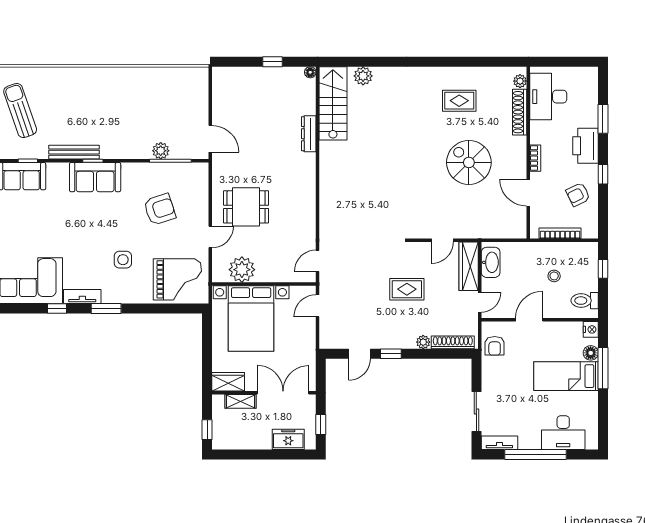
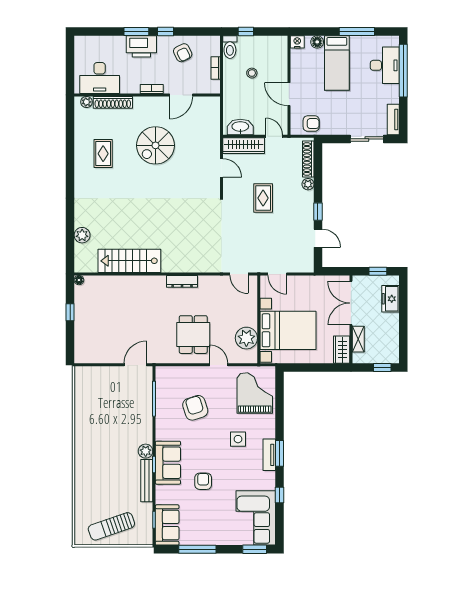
stairs: (333, 103) -> (129, 261), moved
window: (603, 119) -> (136, 32), moved
dresser: (309, 134) -> (182, 281), moved
plant: (161, 151) -> (146, 451), moved
armchair: (73, 219) -> (203, 481), added
bookcase: (560, 233) -> (216, 68), width x0.64
tv unit: (82, 296) -> (269, 455), moved
toilet: (585, 301) -> (230, 47), moved
window: (603, 368) -> (357, 32), moved
window: (536, 454) -> (403, 71), moved

